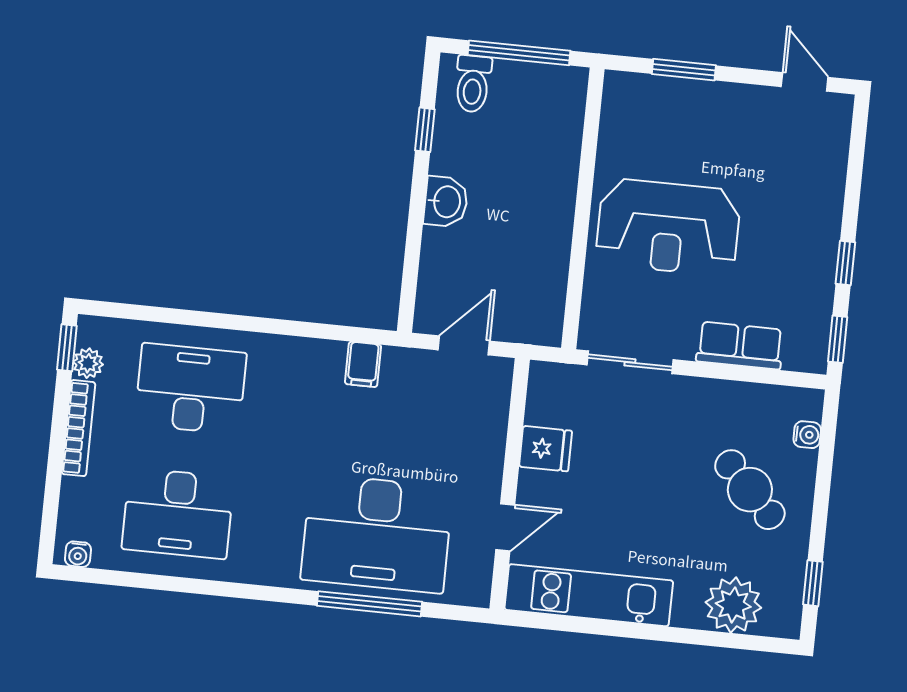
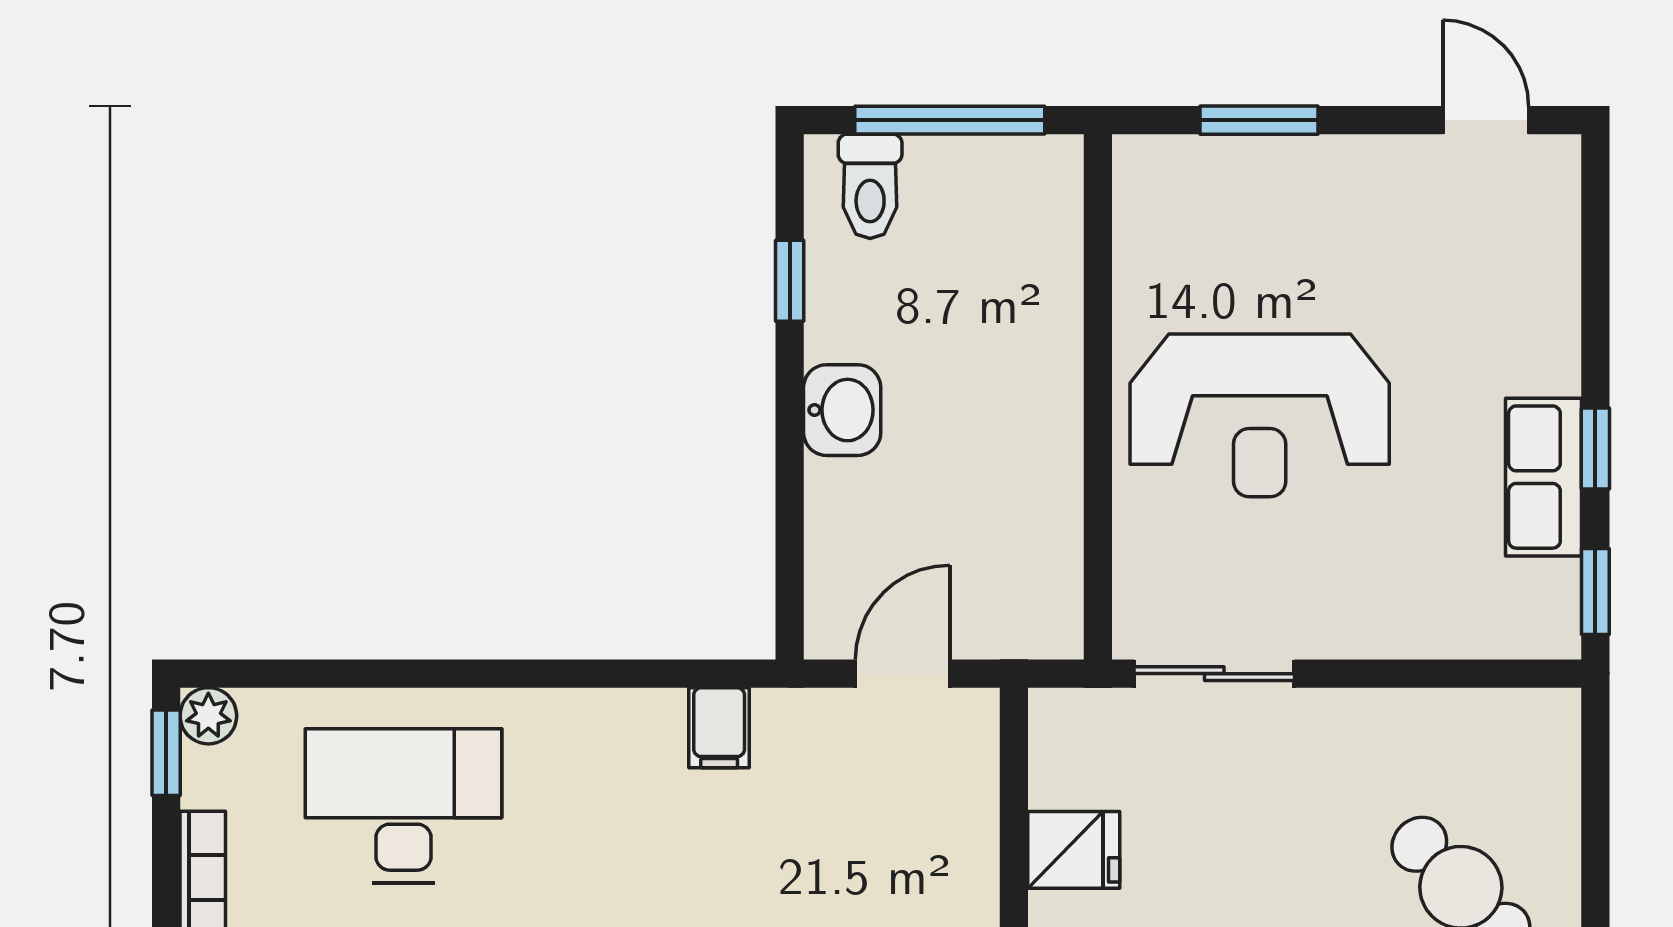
row of seats: (740, 346) -> (1544, 477), moved, turned -90
plant: (88, 363) -> (208, 716), moved
water cooler: (807, 435) -> (1557, 774), removed

